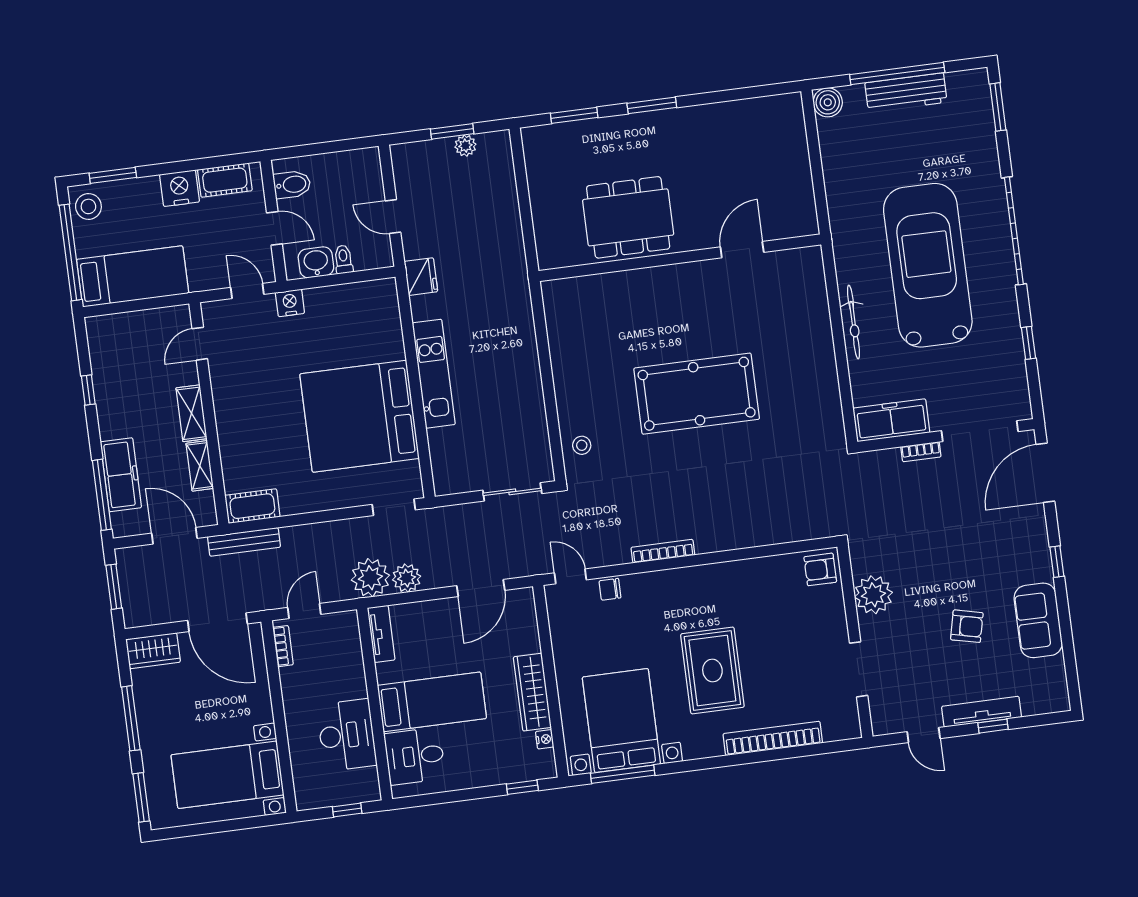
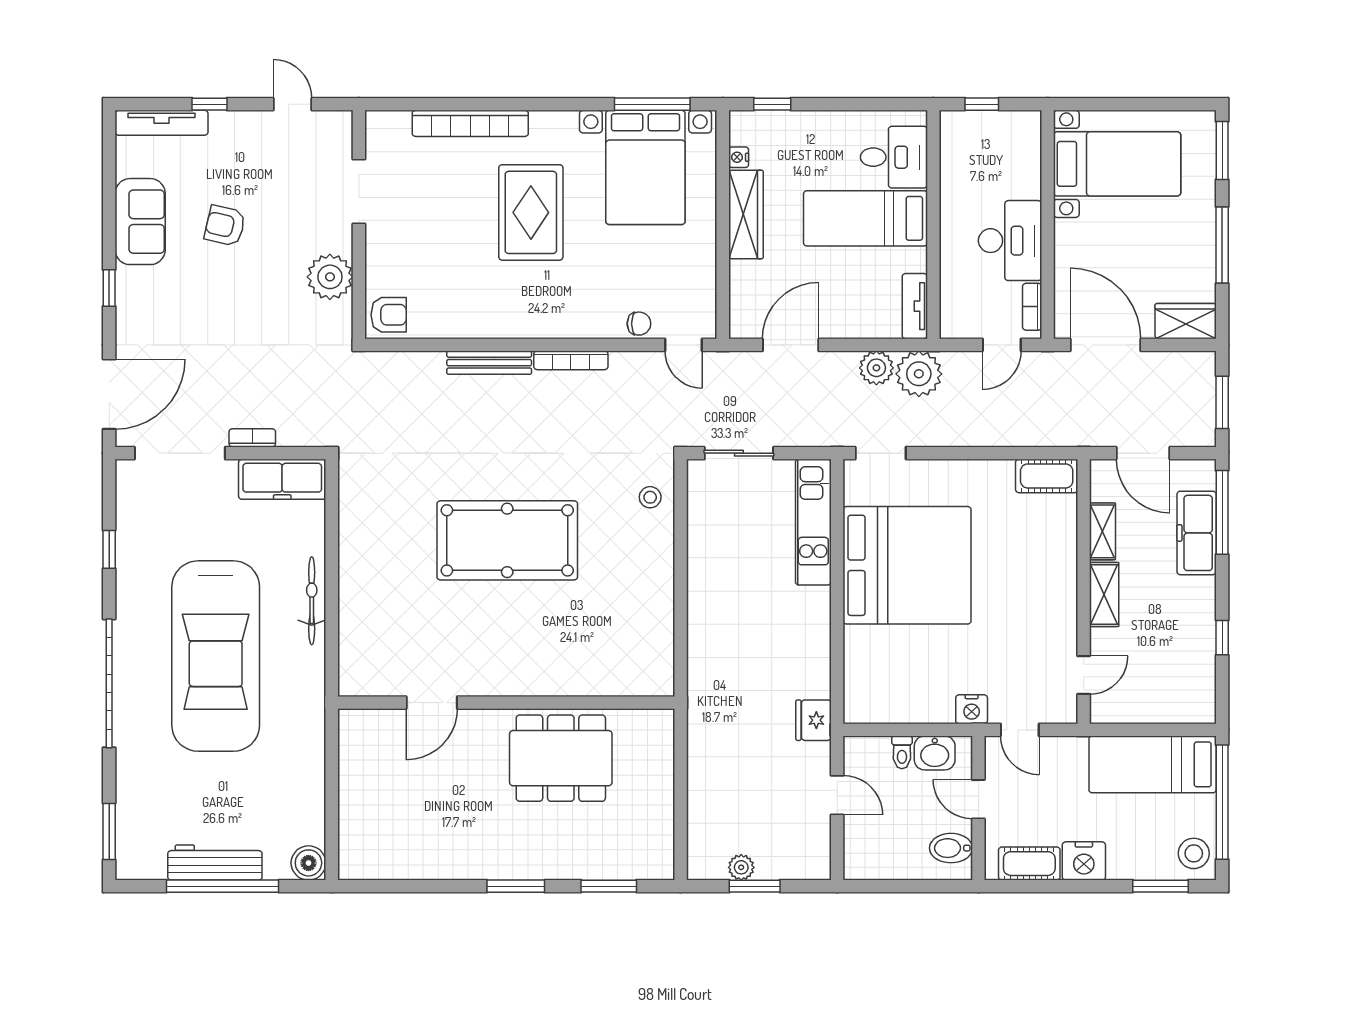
kitchen unit: (434, 374) -> (813, 522), moved
bench: (244, 542) -> (489, 363), moved
tv unit: (982, 712) -> (162, 123), moved
desk: (347, 735) -> (1010, 241), moved, turned 180

